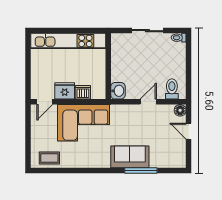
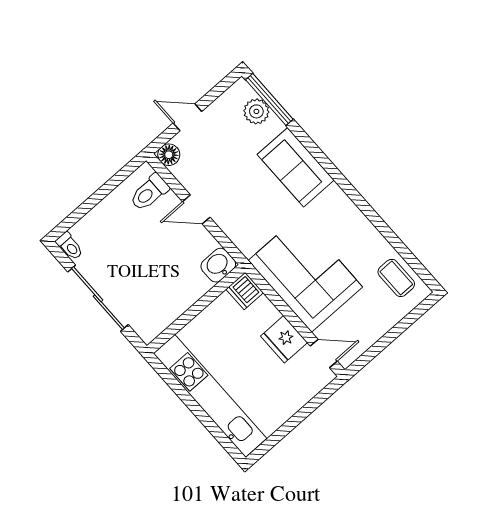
sliding door: (148, 31) -> (98, 298), width x1.37
dishwasher: (83, 92) -> (245, 291), moved
door: (189, 131) -> (187, 117), swing flipped
plant: (166, 161) -> (256, 111), added
window: (141, 170) -> (269, 99), moved

